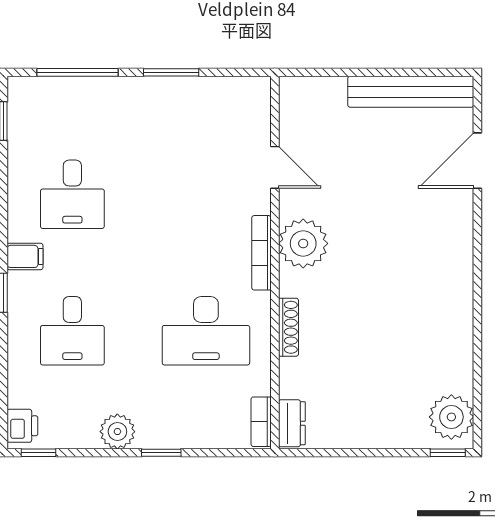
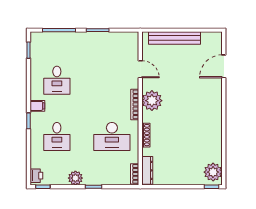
bench: (411, 92) -> (174, 38), moved
dresser: (292, 423) -> (147, 170), width x1.44

